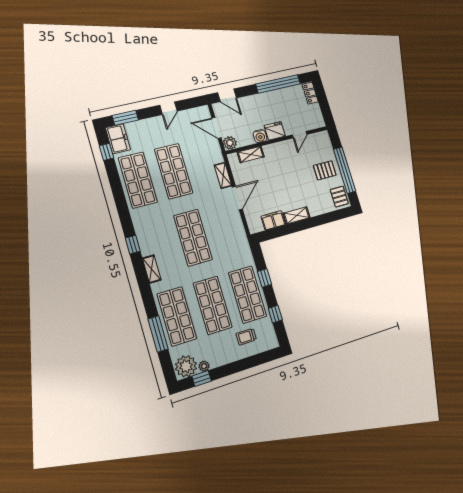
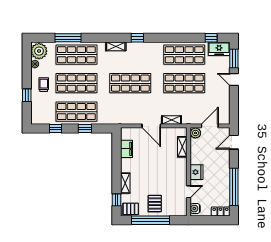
door: (168, 108) -> (234, 79), moved
door: (300, 135) -> (188, 192), swing flipped
water cooler: (260, 136) -> (195, 209), moved
shelving: (297, 215) -> (125, 183), moved
window: (334, 216) -> (117, 200), added
trolley: (246, 337) -> (44, 85), moved
window: (202, 379) -> (27, 95), moved

